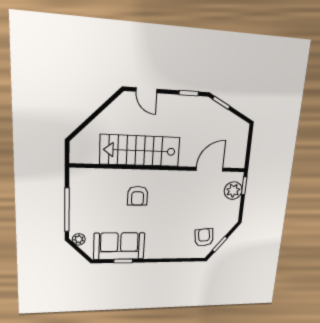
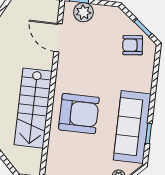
armchair: (138, 196) -> (79, 114), width x1.88, depth x1.88
sofa: (119, 246) -> (132, 127), width x1.36

